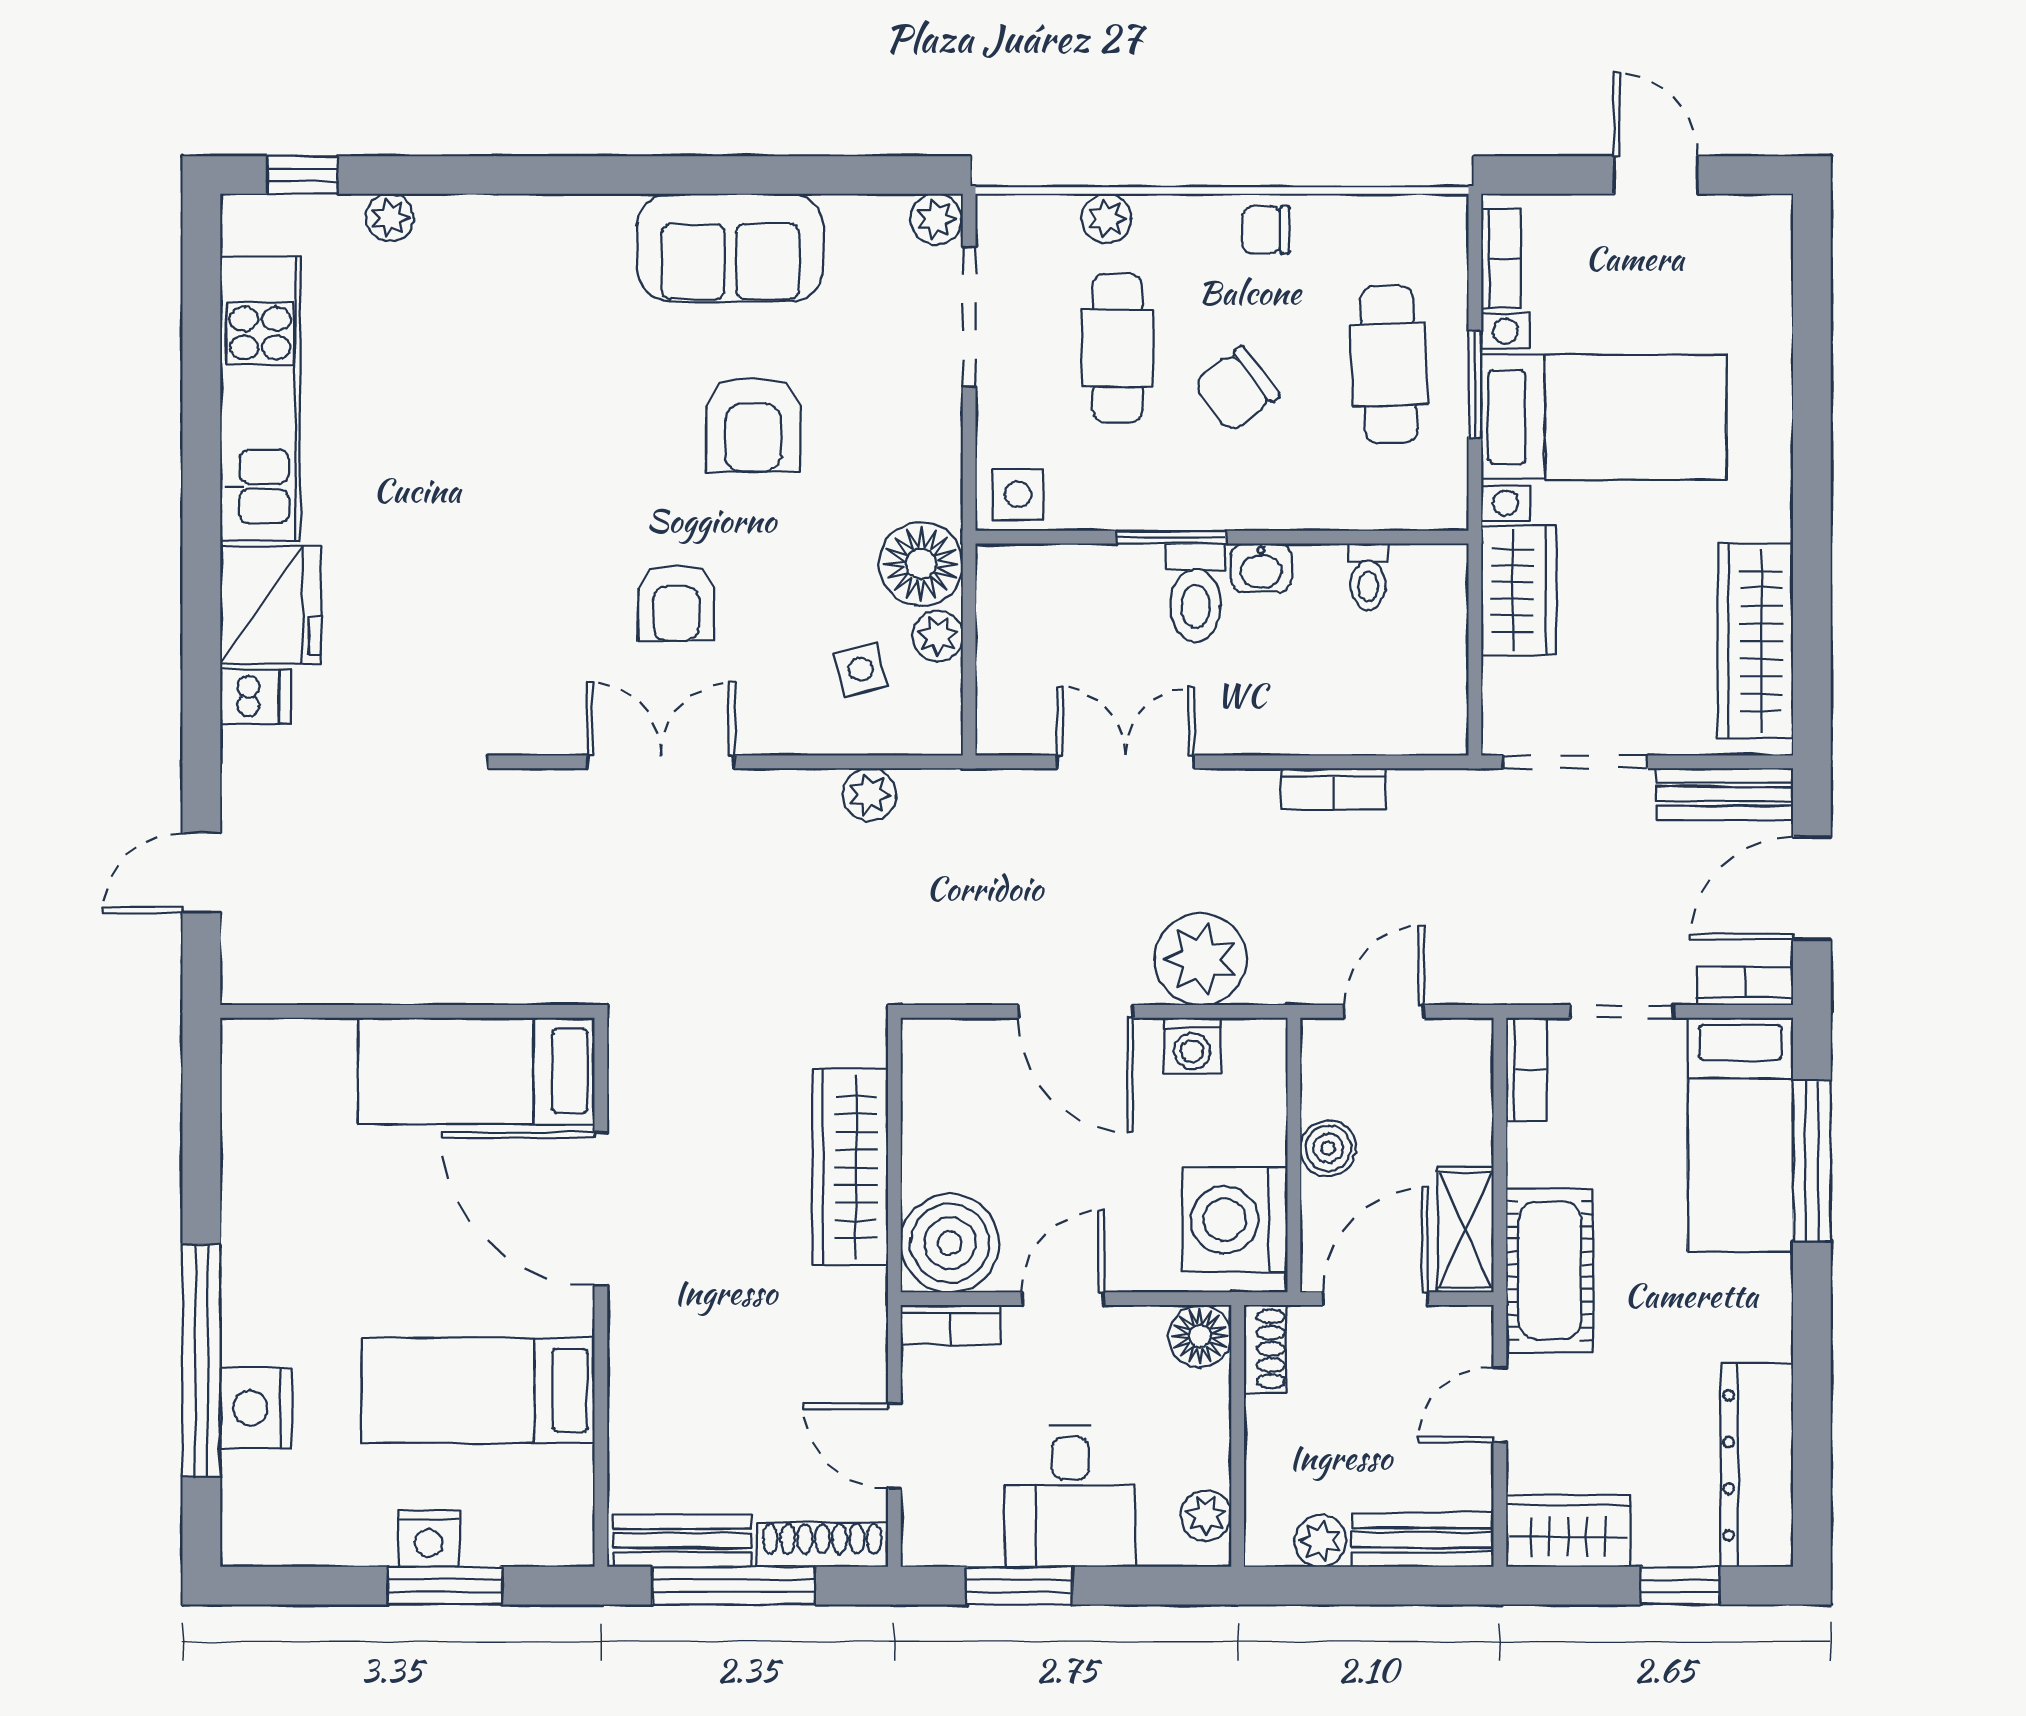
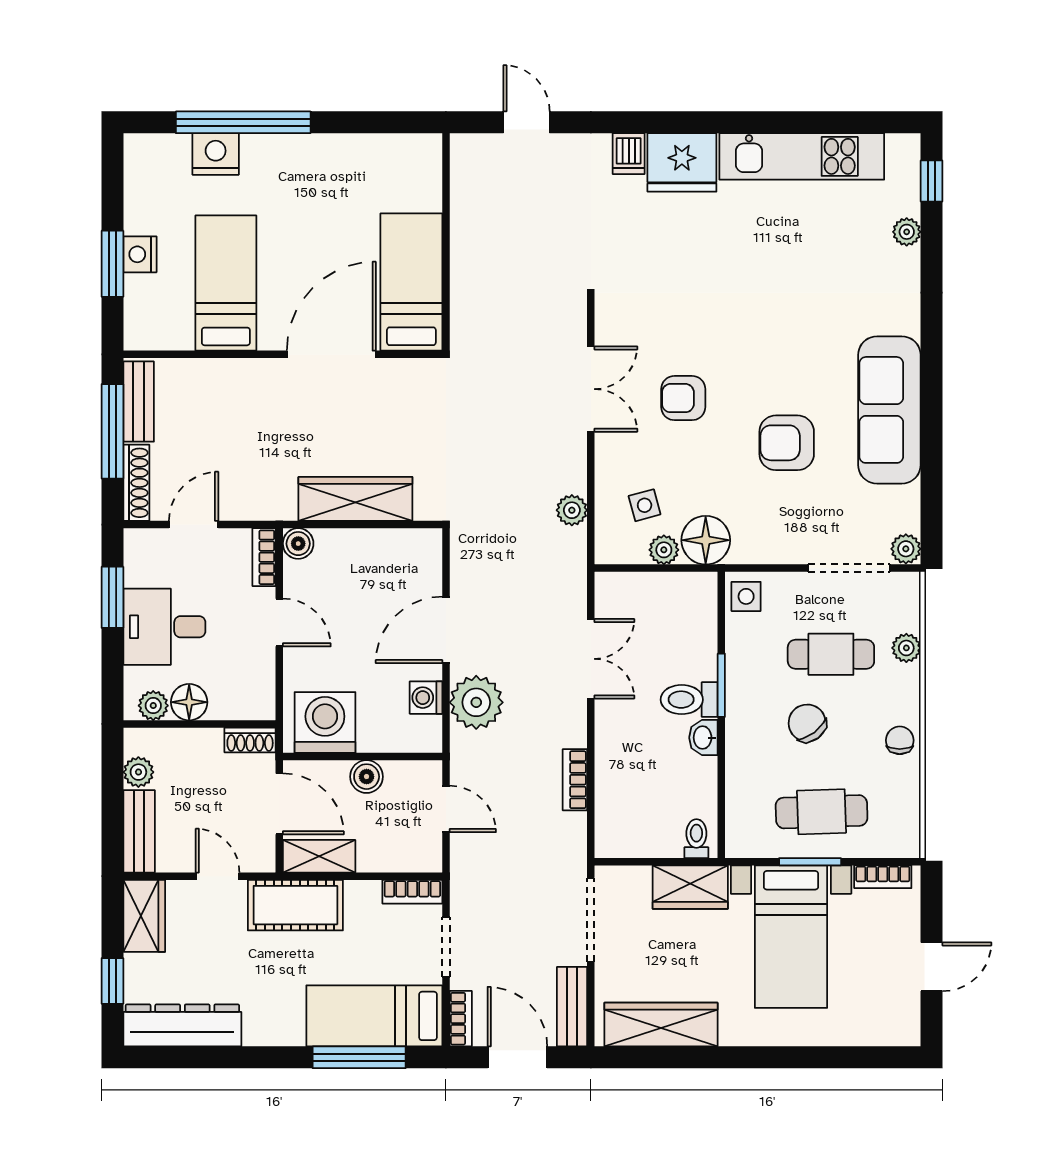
sofa: (730, 248) -> (889, 410), width x1.36
toilet: (1368, 577) -> (696, 839), moved, turned 90
boiler: (950, 1243) -> (298, 544), width x0.54, depth x0.54
floor lamp: (1200, 1336) -> (189, 702), moved

